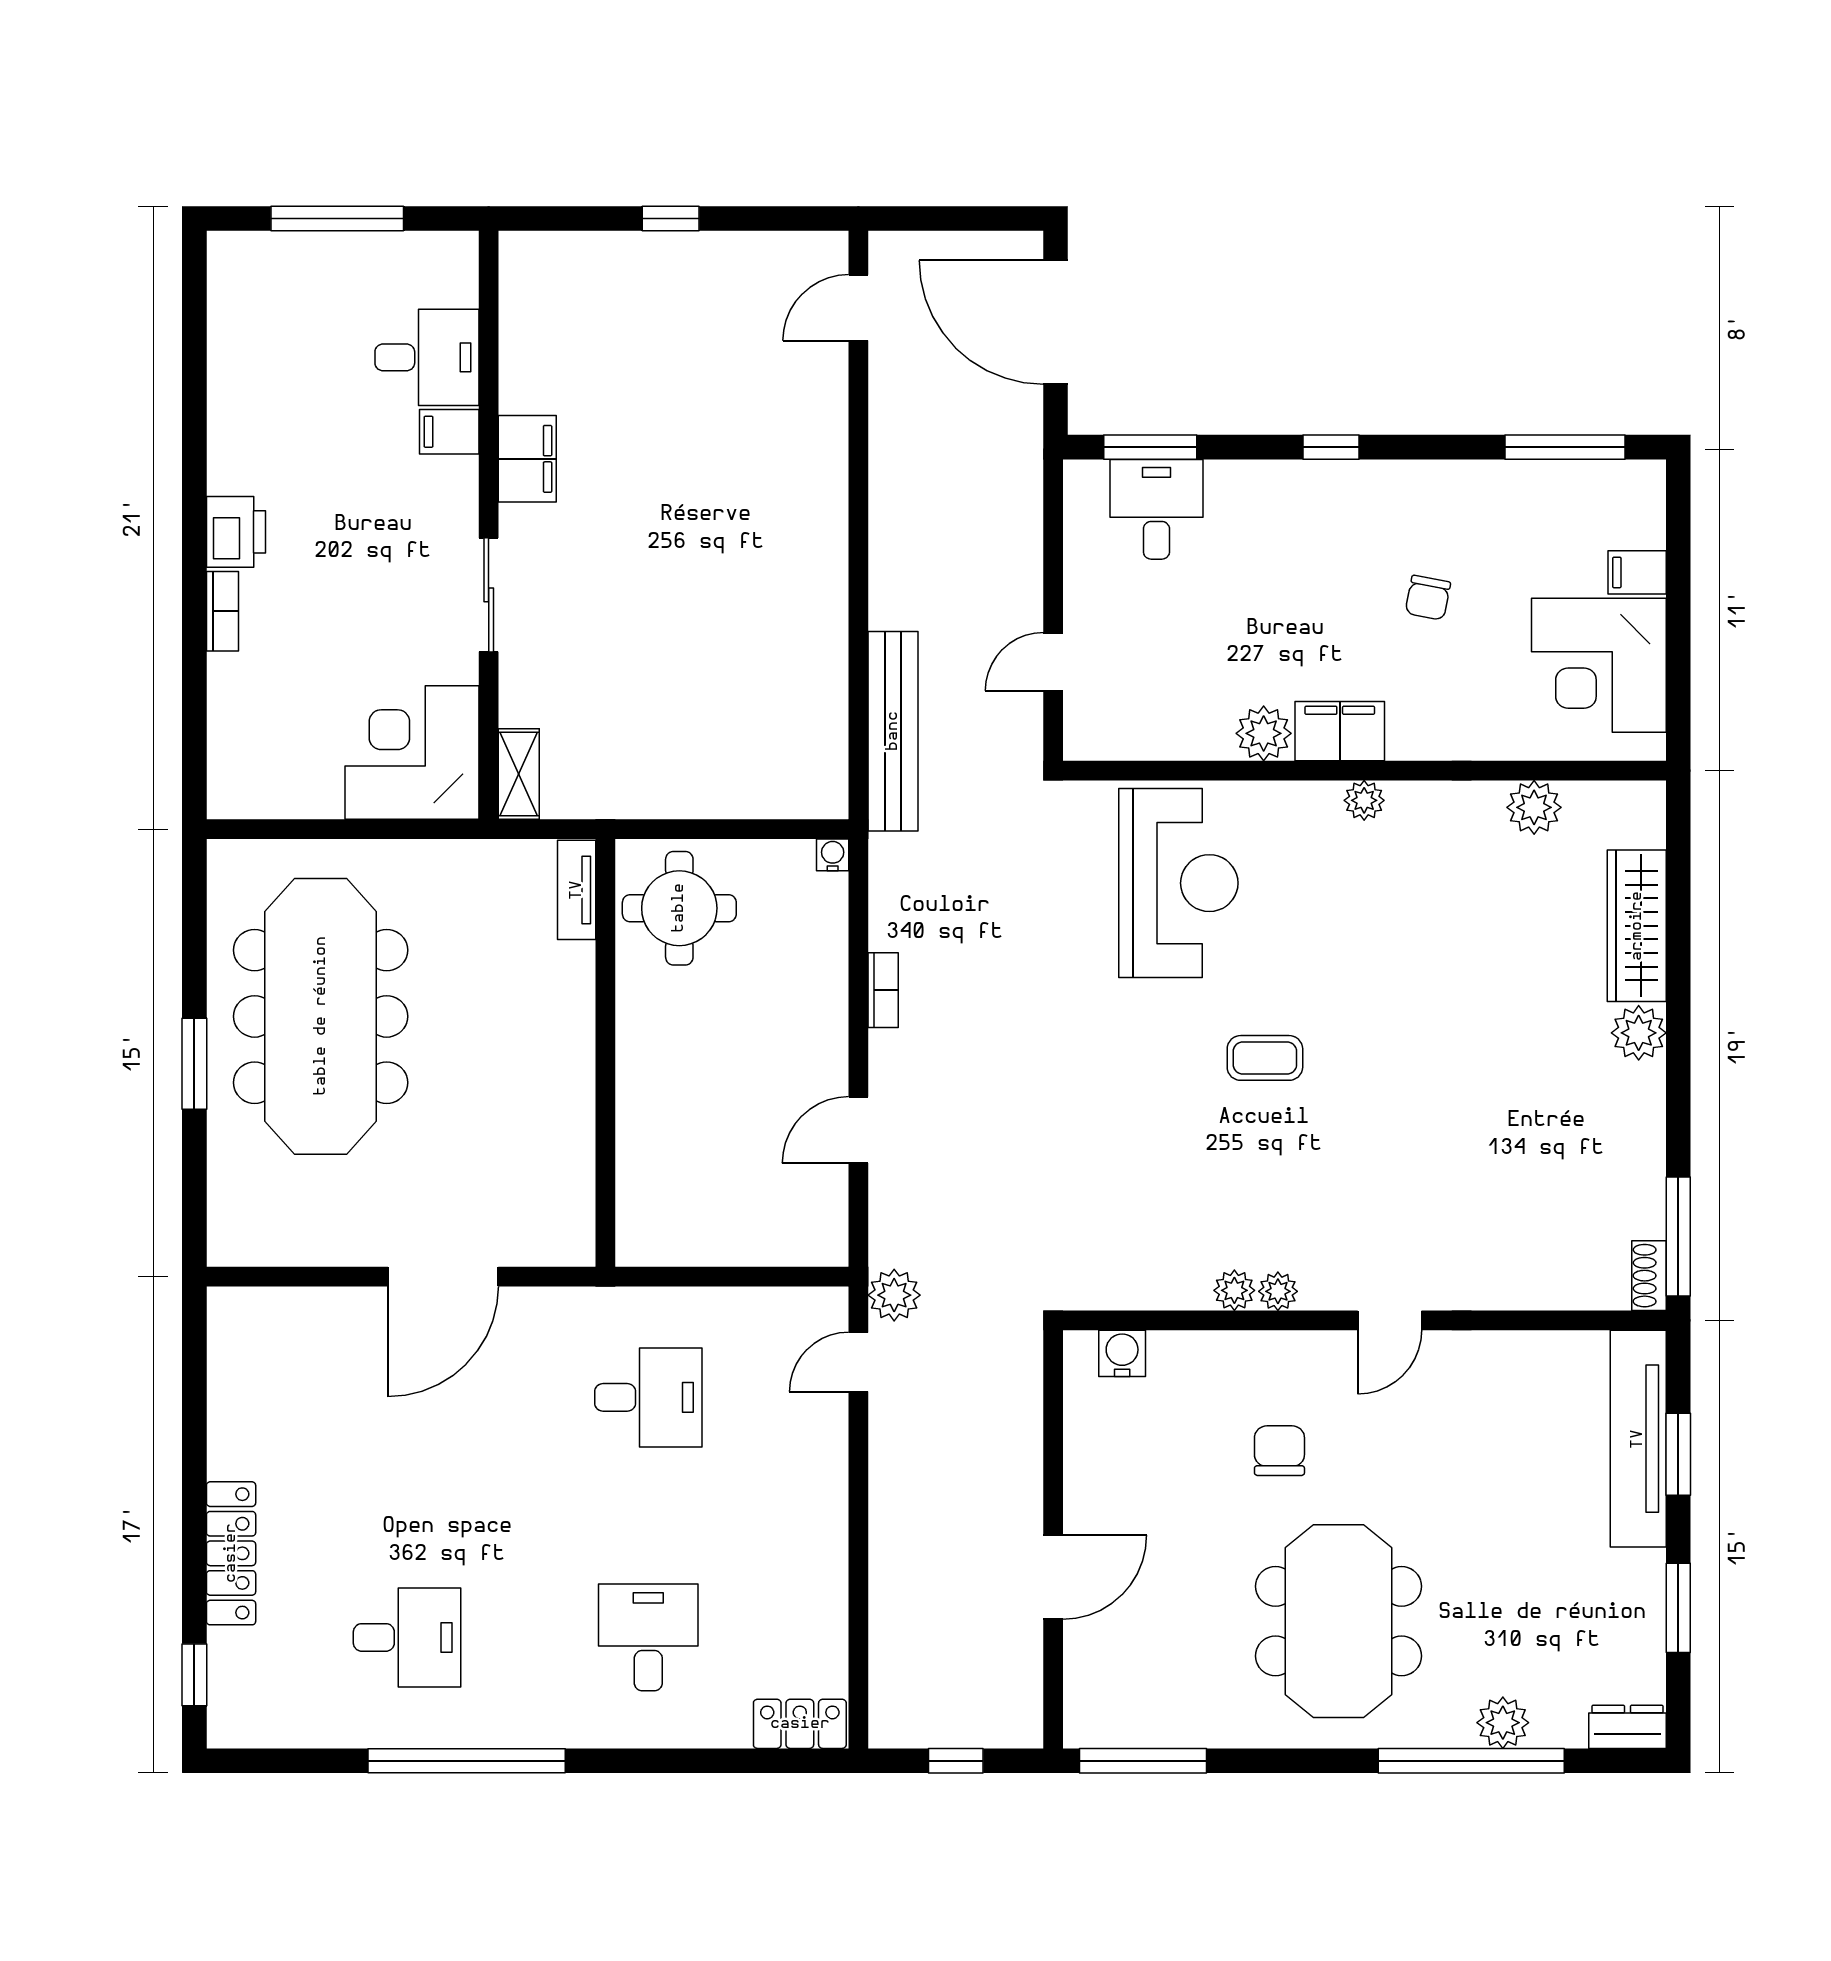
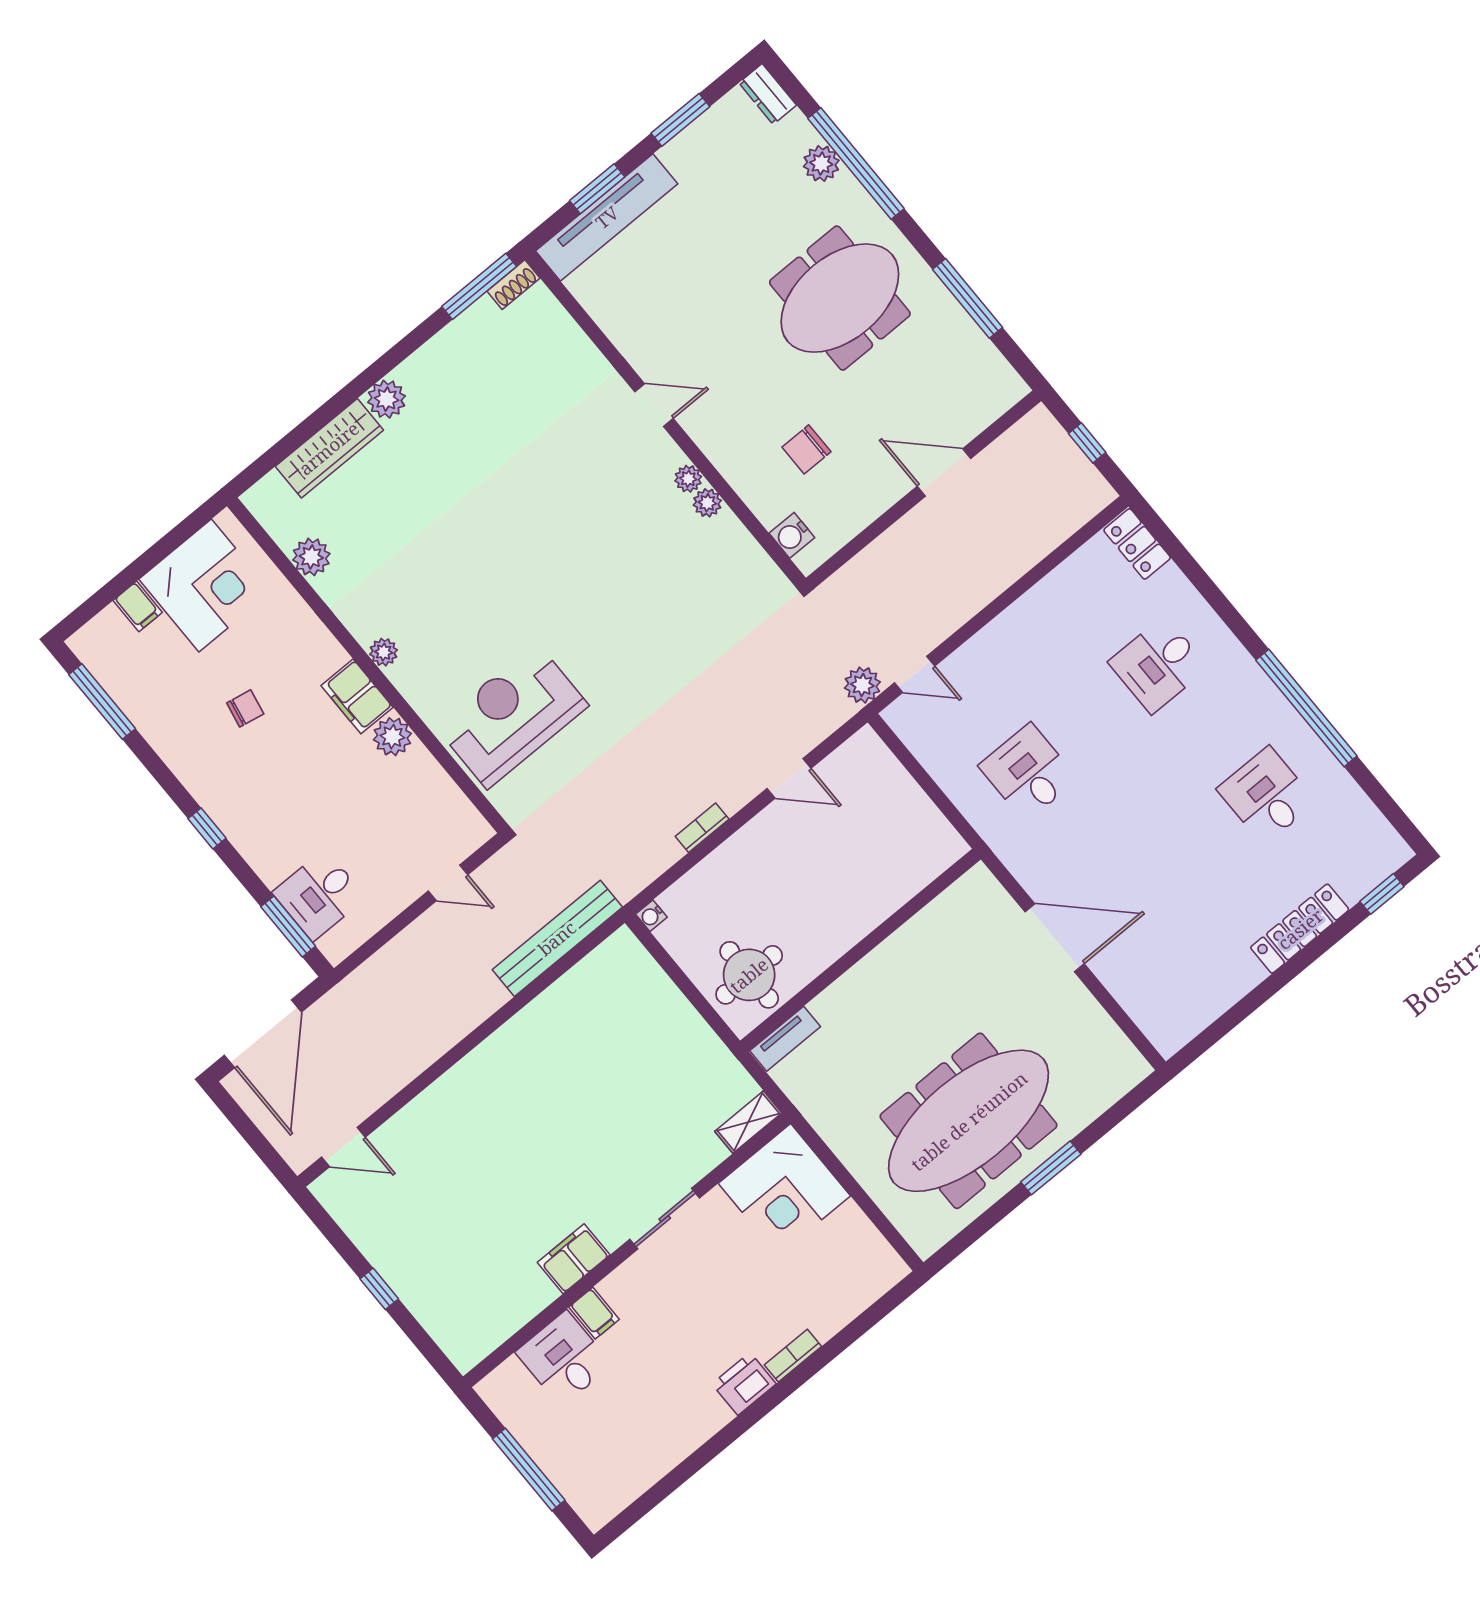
coffee table: (1265, 1058) -> (568, 590), removed
chair: (1279, 1451) -> (806, 449), moved
window: (1143, 1761) -> (968, 298), moved

